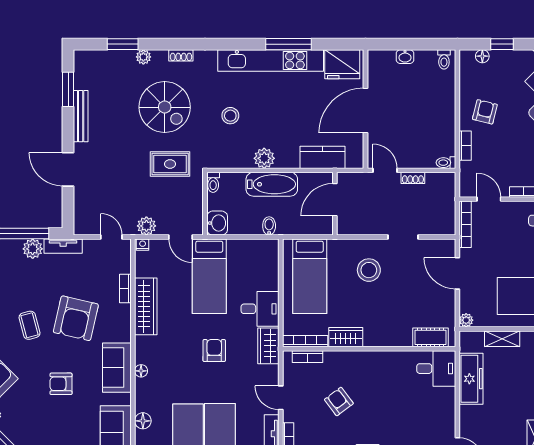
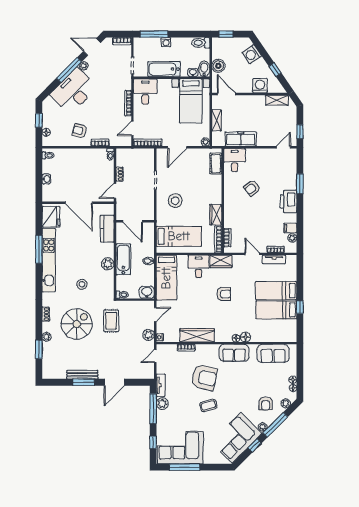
window: (68, 89) -> (84, 382), moved
bed: (209, 276) -> (166, 278), moved, turned 90
armchair: (214, 351) -> (224, 294), turned 180
armchair: (61, 384) -> (266, 403), moved
door: (281, 398) -> (252, 254), swing flipped
armchair: (339, 401) -> (252, 188), moved
floor lamp: (143, 421) -> (246, 337), moved

